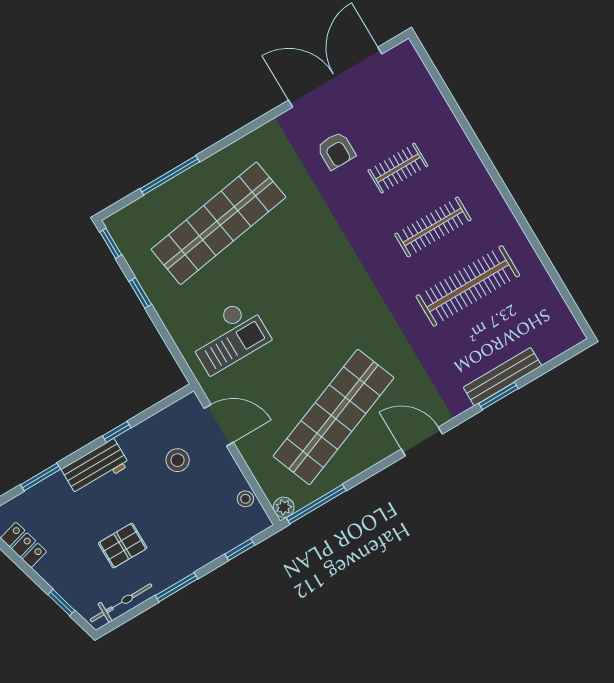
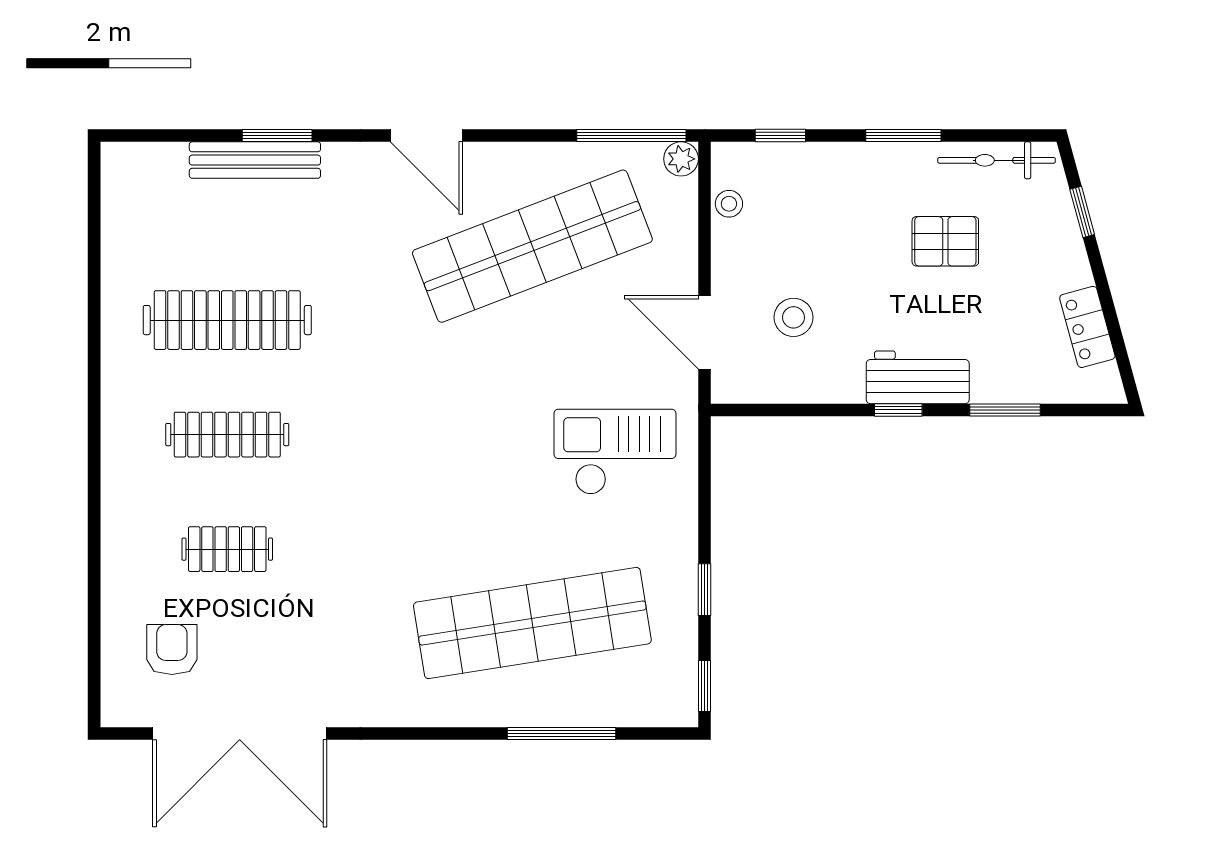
armchair: (336, 151) -> (172, 650), moved
window: (117, 432) -> (898, 410), moved

